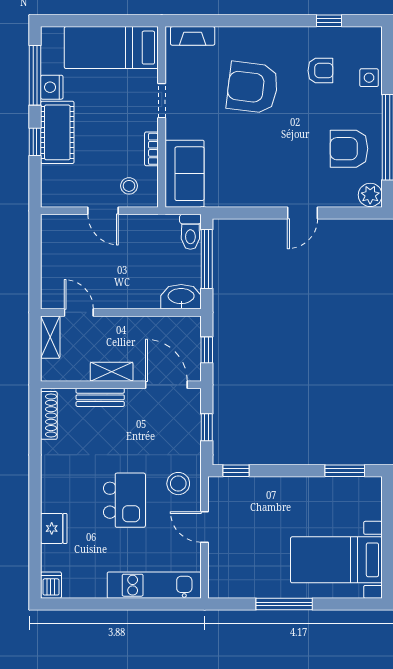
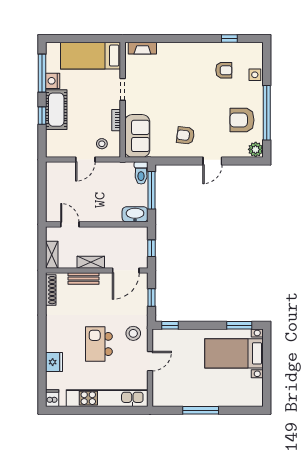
armchair: (253, 87) -> (186, 135), moved, width x0.53, depth x0.53
door: (103, 211) -> (85, 160), hinge flipped
shelving: (50, 337) -> (52, 255), moved
door: (166, 385) -> (126, 270), swing flipped
kitchen island: (124, 500) -> (99, 344), turned 180
door: (205, 527) -> (150, 361), swing flipped
bed with nightstands: (336, 560) -> (234, 353), moved
kitchen unit: (154, 585) -> (107, 398), width x1.36

